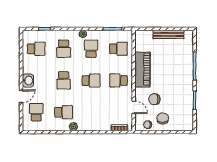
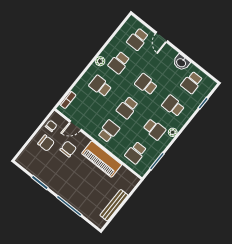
washbasin: (28, 81) -> (181, 63), moved
school desk: (36, 112) -> (138, 39), turned 90
school desk: (91, 112) -> (100, 86), added

